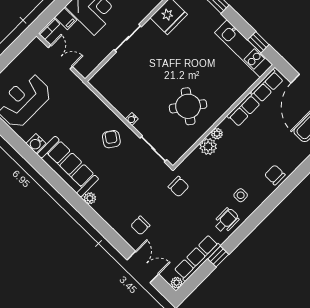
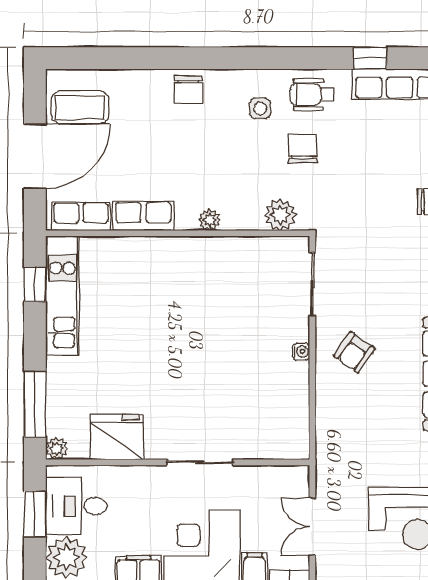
round table: (188, 106) -> (211, 294), removed
plant: (208, 146) -> (280, 215), moved
chair: (179, 187) -> (302, 149), moved

